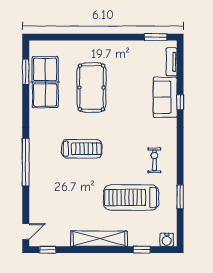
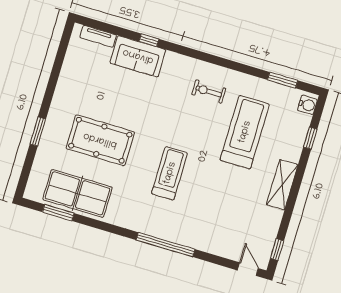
window: (156, 37) -> (38, 131), moved
window: (180, 197) -> (283, 80), moved
treadmill: (131, 198) -> (245, 132), turned 180
shelving: (99, 239) -> (282, 185), width x0.68

